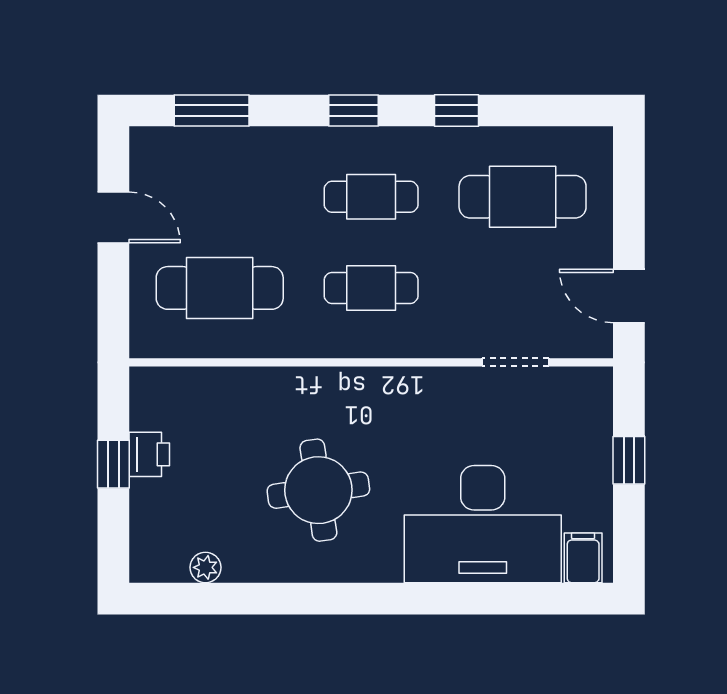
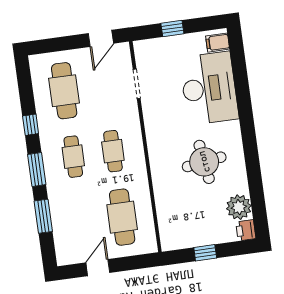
window: (212, 111) -> (43, 216), moved
window: (354, 111) -> (37, 169), width x1.50
printer: (149, 454) -> (246, 230), moved, turned -90
plant: (205, 567) -> (239, 207), width x1.87, depth x1.87

